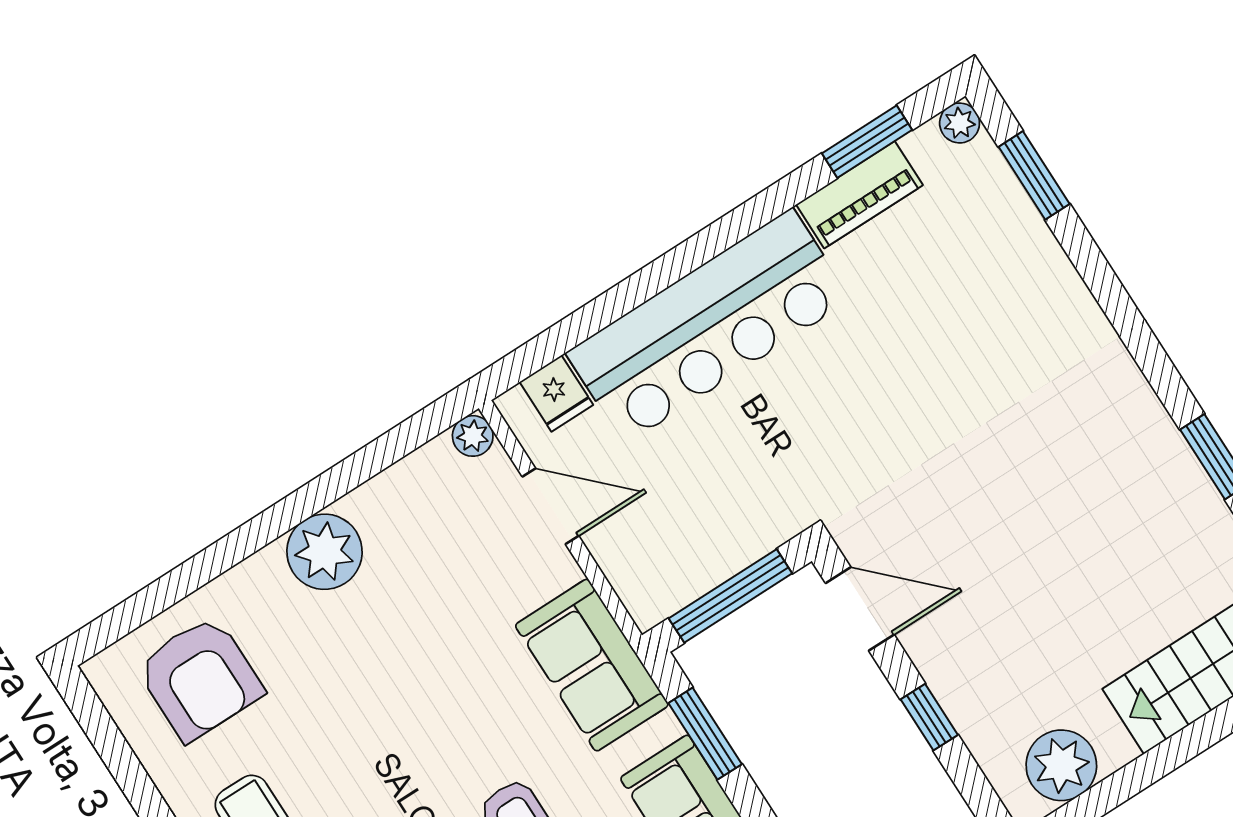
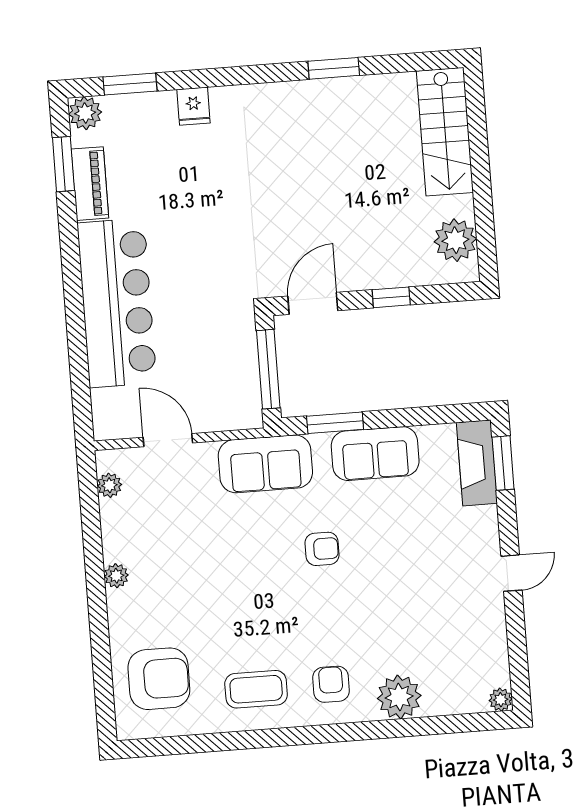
plant: (960, 123) -> (85, 113), width x1.38, depth x1.38
fridge: (556, 393) -> (193, 106), moved, turned 90
plant: (473, 436) -> (109, 485), moved
door: (550, 506) -> (168, 440), hinge flipped
plant: (324, 552) -> (116, 576), width x0.53, depth x0.53

